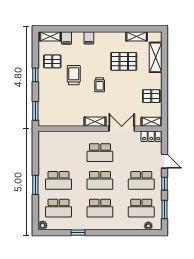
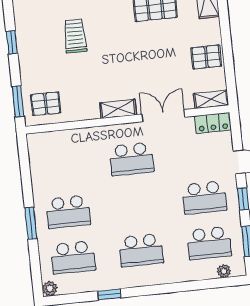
pallet: (52, 61) -> (46, 104), moved
trolley: (100, 85) -> (119, 47), removed
school desk: (100, 180) -> (136, 205), removed

